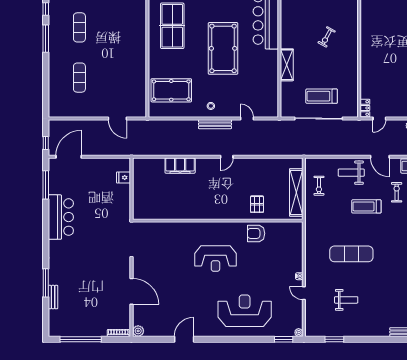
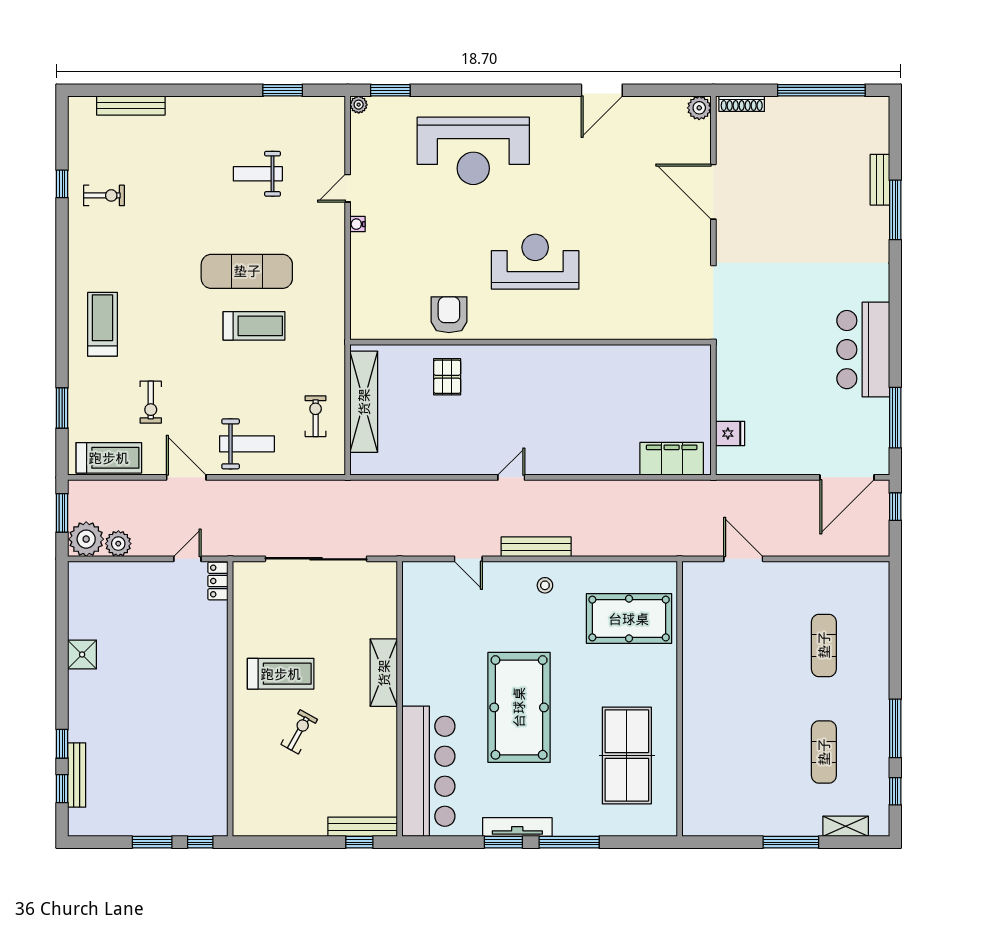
treadmill: (322, 96) -> (281, 674), moved
filing cabinet: (180, 166) -> (672, 459), moved
treadmill: (366, 206) -> (254, 326), moved
armchair: (256, 233) -> (449, 315), turned -90
door: (304, 293) -> (348, 188), swing flipped

